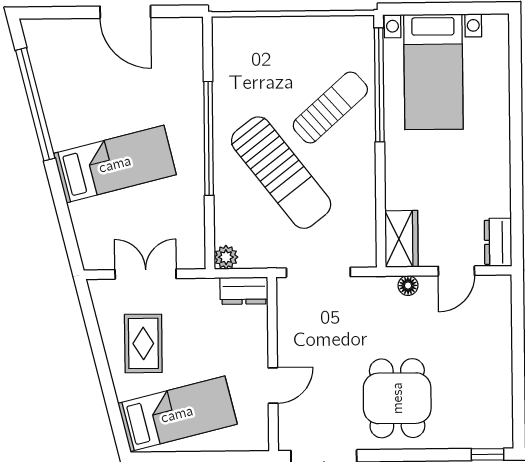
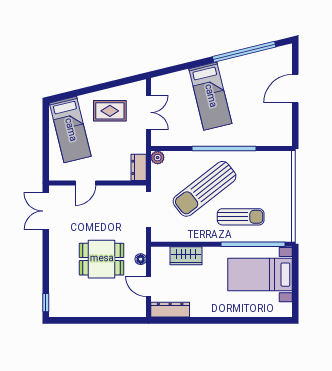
door: (125, 12) -> (295, 89), moved
sun lounger: (330, 107) -> (241, 217), turned -48
wardrobe: (402, 239) -> (186, 256), moved
dresser: (498, 242) -> (170, 310), width x1.44
door: (273, 386) -> (86, 183), hinge flipped
dining table: (397, 398) -> (102, 259), moved

